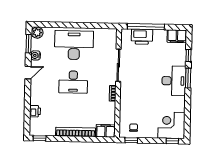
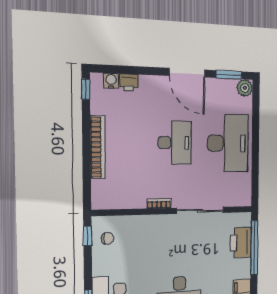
water cooler: (36, 55) -> (111, 81), moved
door: (28, 73) -> (187, 73), width x1.88
desk: (73, 82) -> (175, 143), turned 180
filing cabinet: (106, 131) -> (101, 195), removed

